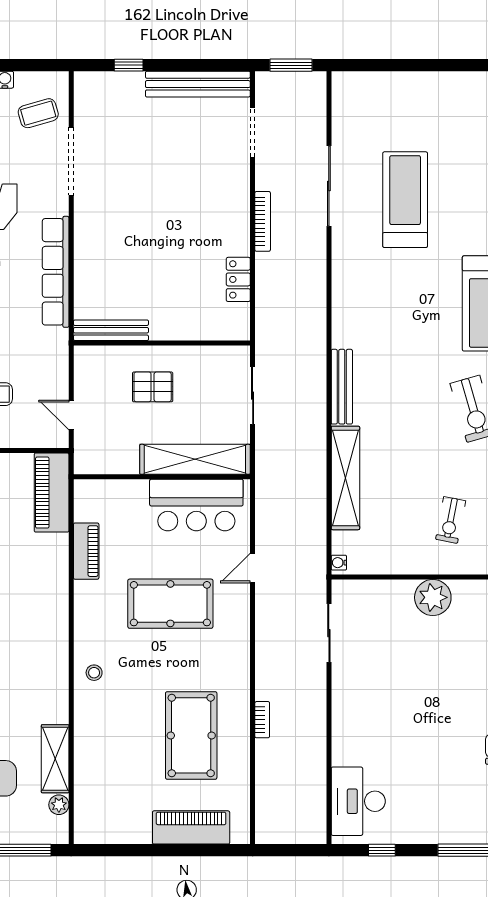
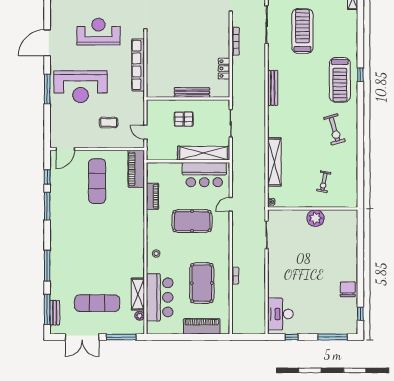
bench: (111, 330) -> (192, 92), moved
bench: (342, 387) -> (273, 88), moved
bar counter: (102, 766) -> (160, 297), added

